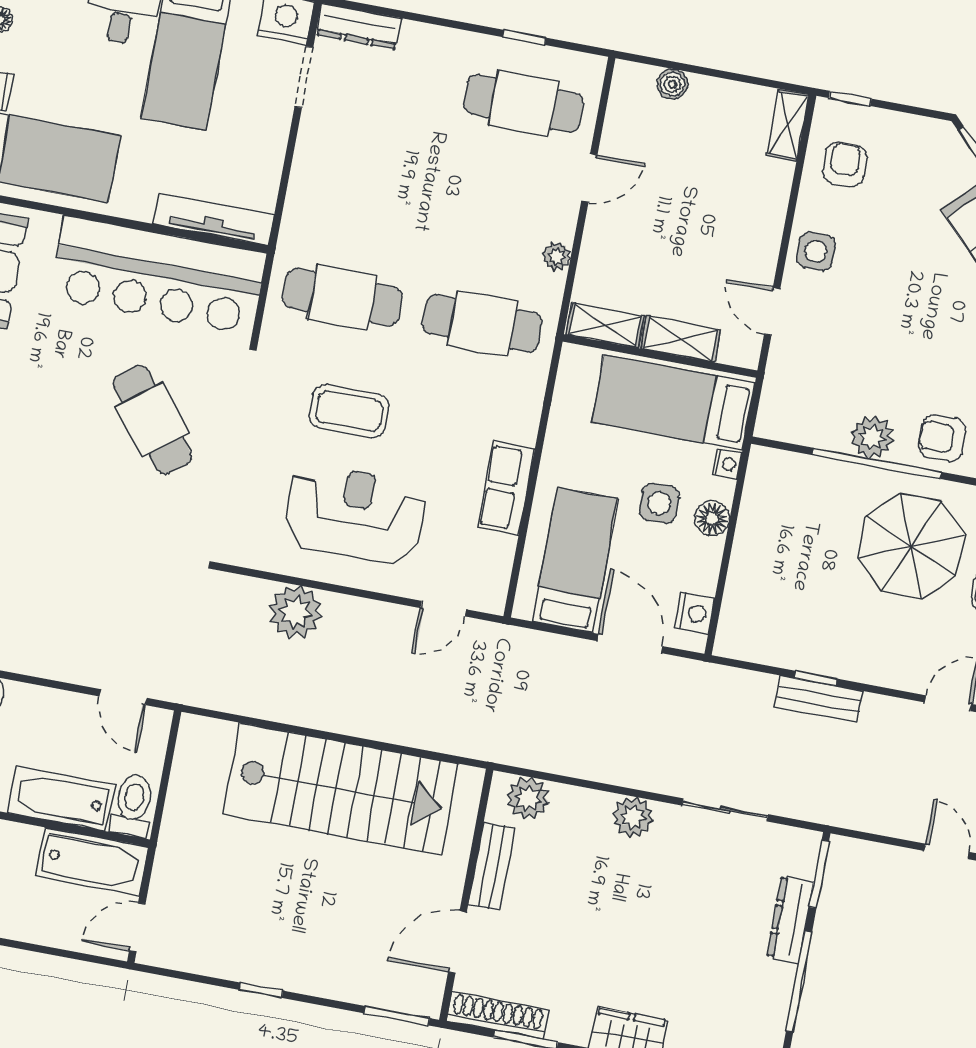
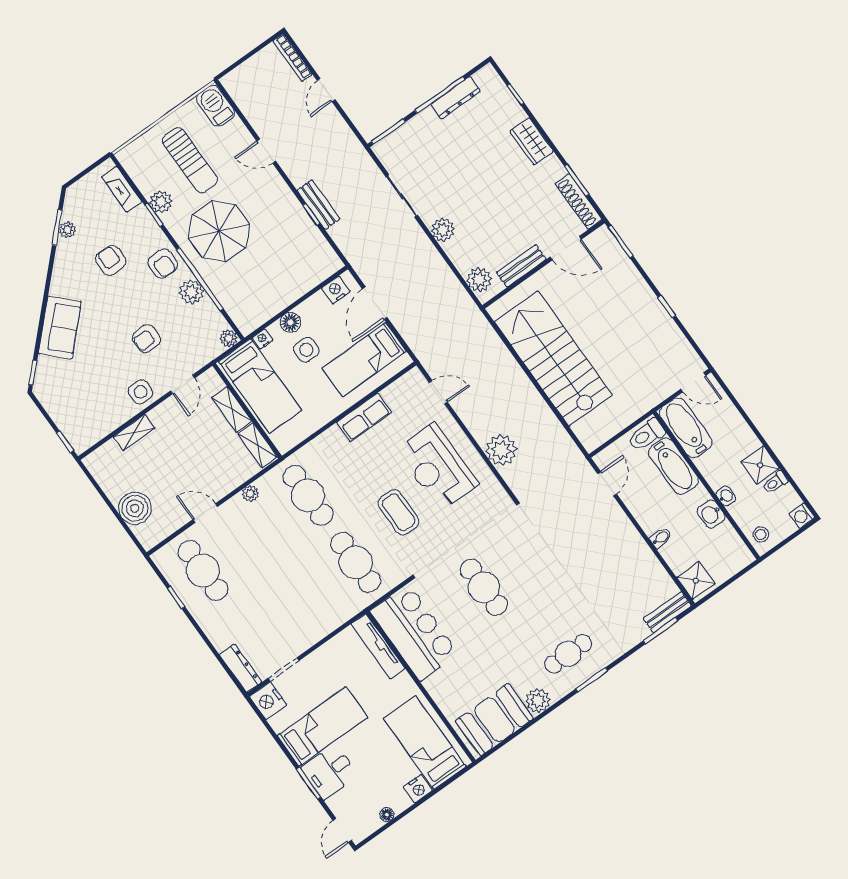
boiler: (672, 84) -> (135, 508), width x1.86, depth x1.86
shelving: (788, 125) -> (134, 432), moved
armchair: (845, 164) -> (147, 339), moved
bar counter: (158, 275) -> (414, 632), width x0.73
cafe table: (152, 420) -> (484, 587), turned -52
plant: (770, 424) -> (229, 338), added
dresser: (790, 919) -> (456, 98), moved

